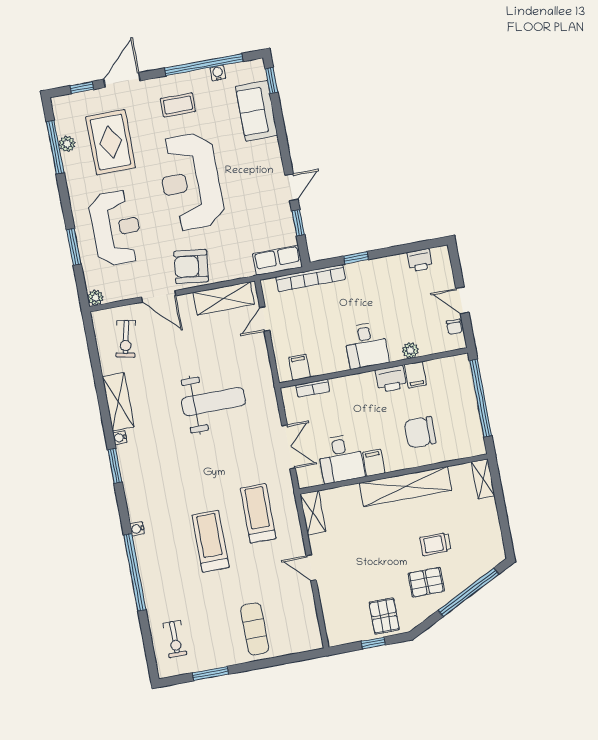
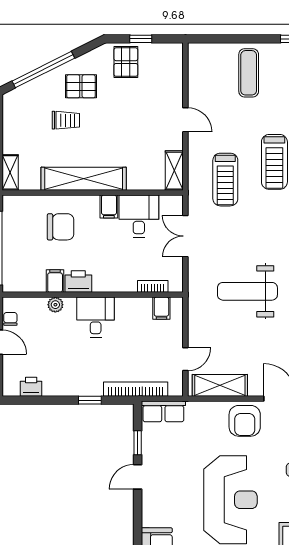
armchair: (191, 266) -> (245, 421), turned 83

